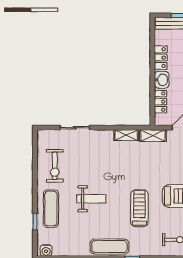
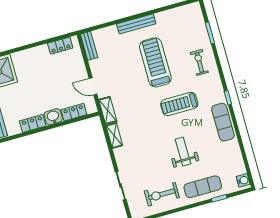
exercise bike: (55, 166) -> (162, 194), turned 180

